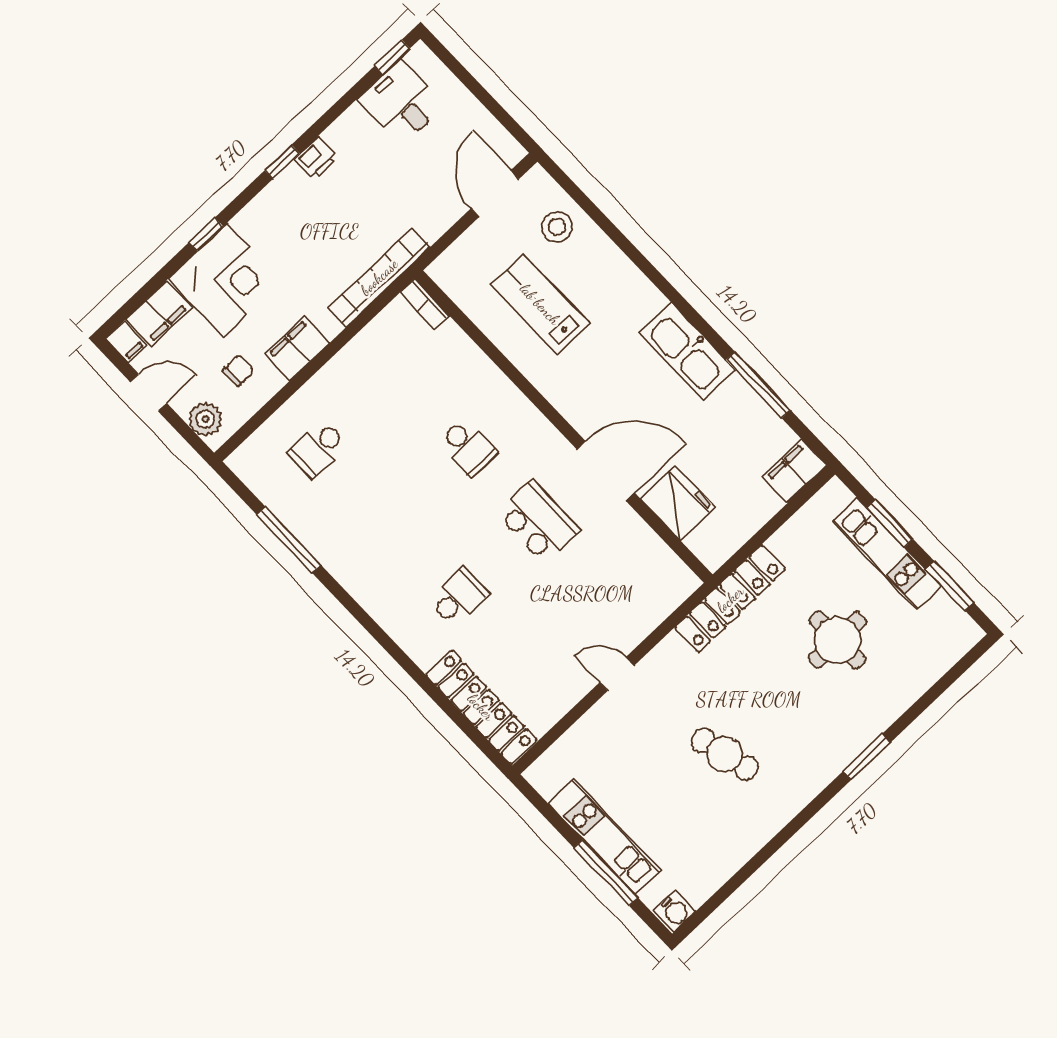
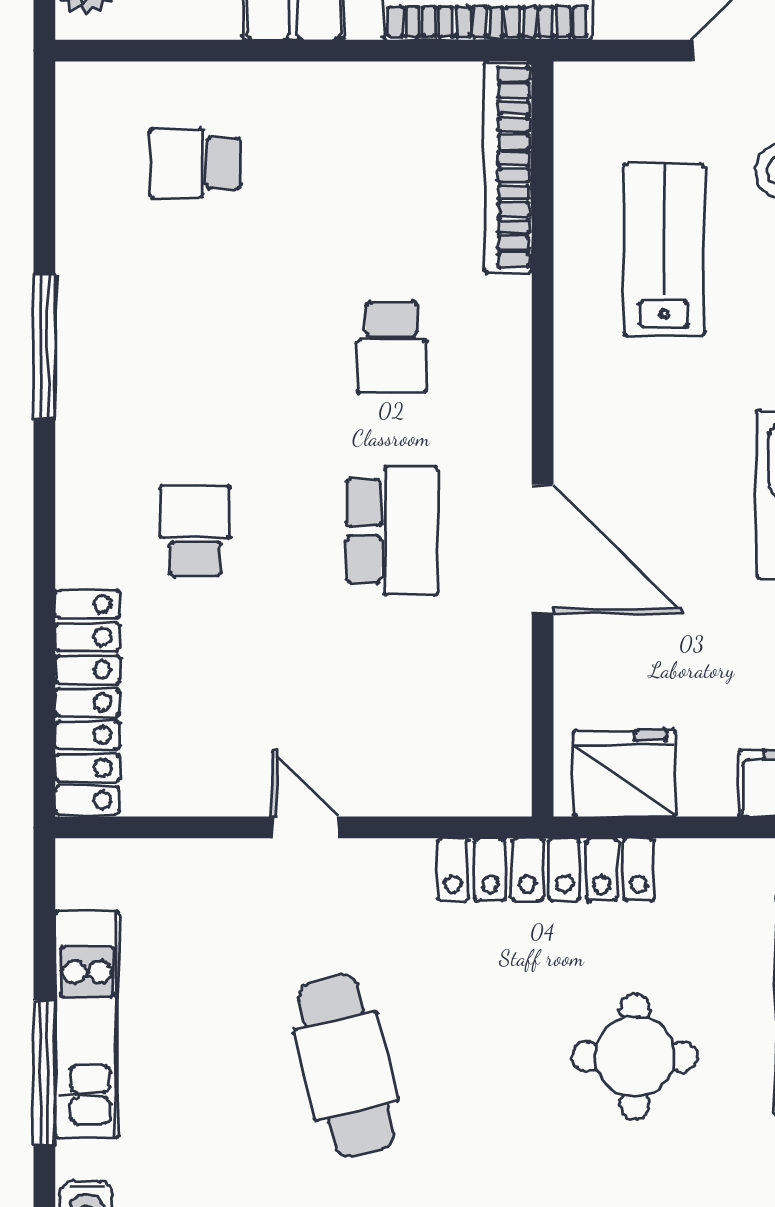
bookcase: (425, 304) -> (508, 167), width x2.31, depth x1.31
fridge: (678, 503) -> (624, 773), moved, turned -90
window: (289, 540) -> (44, 347), moved
school desk: (459, 597) -> (195, 531), turned -90
cafe table: (725, 754) -> (346, 1066), width x1.37, depth x1.35

